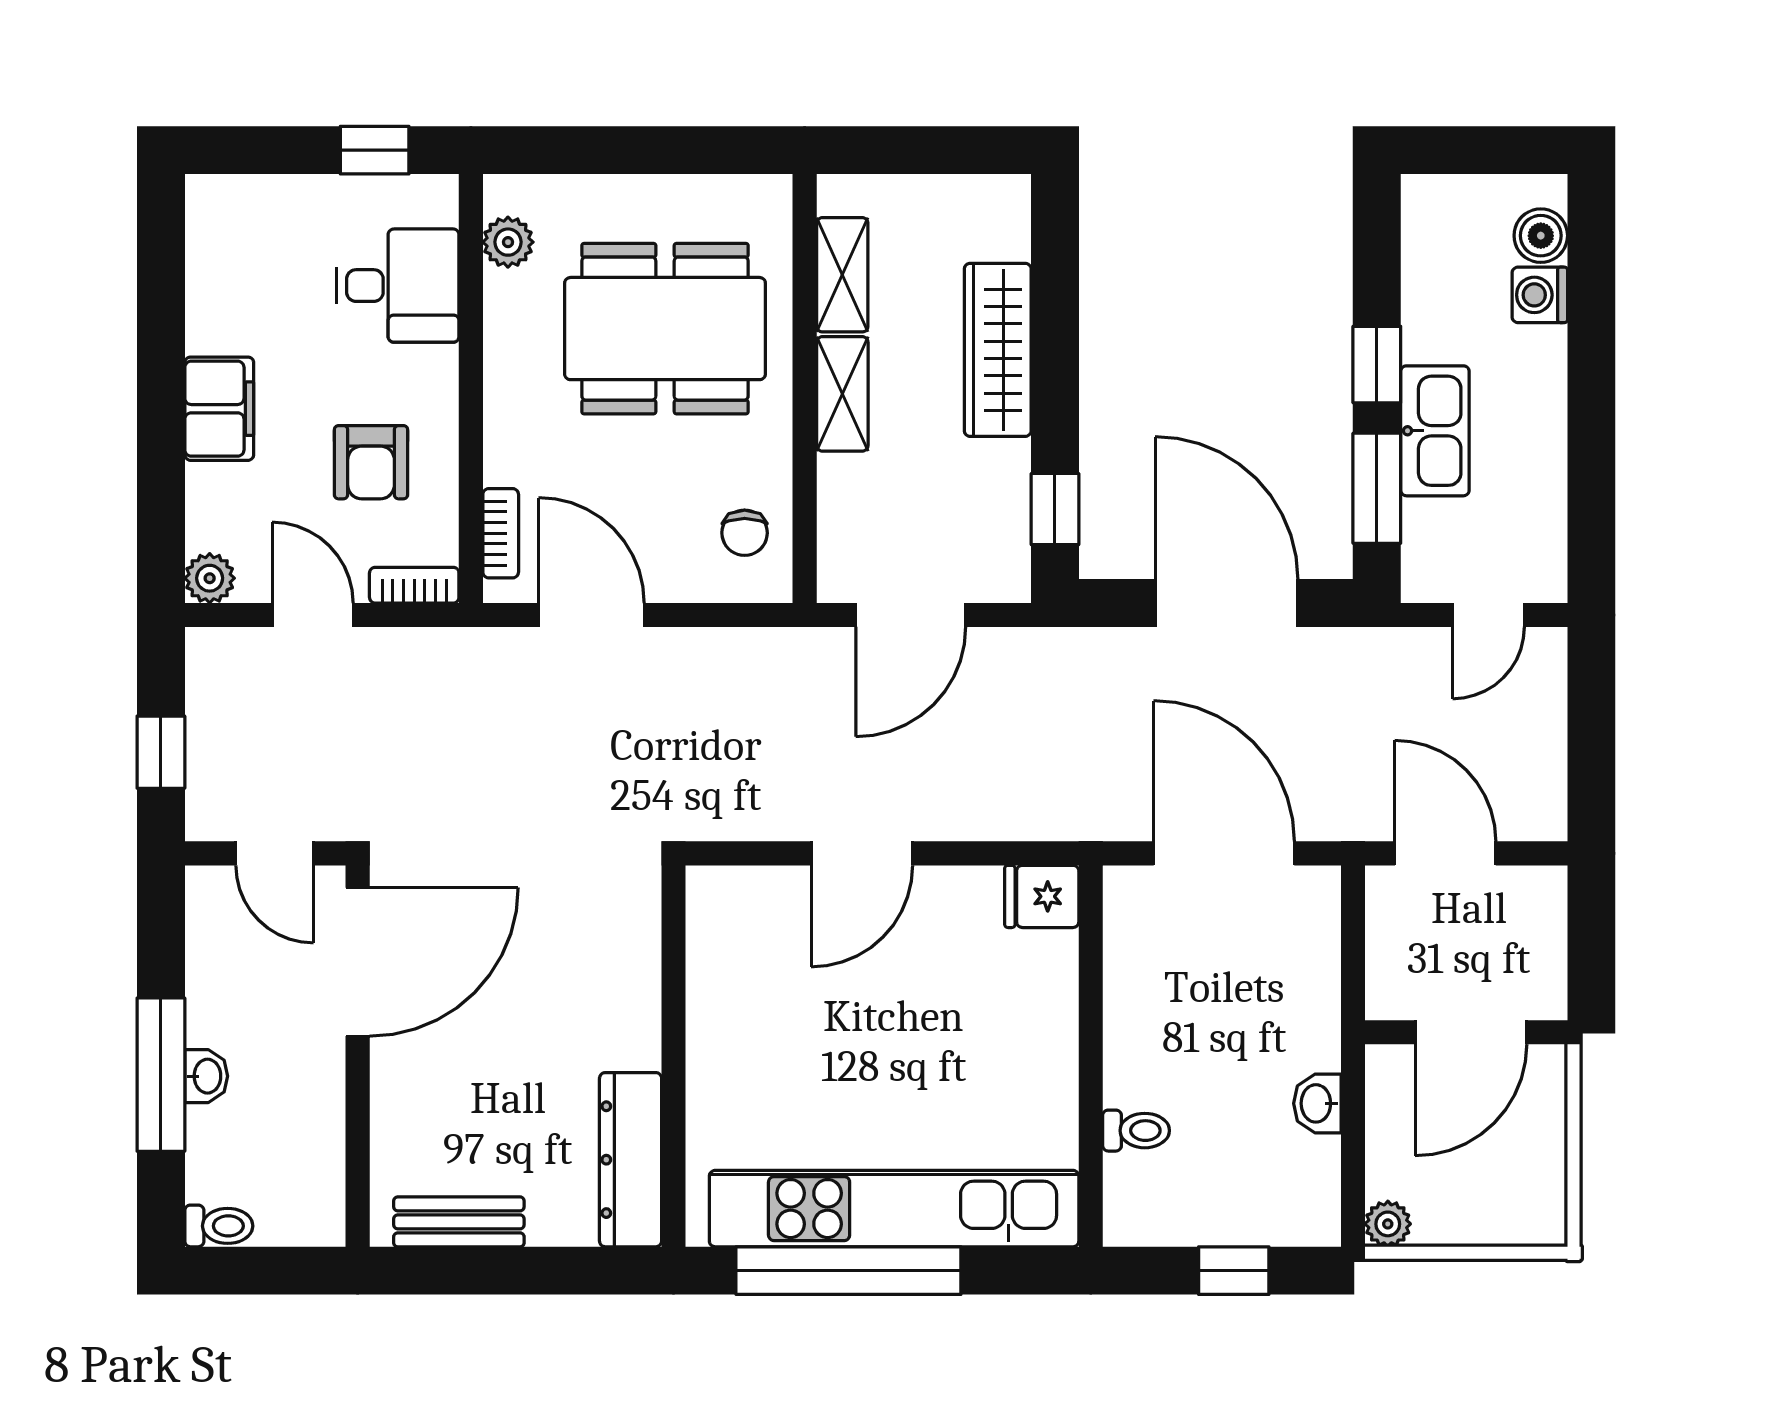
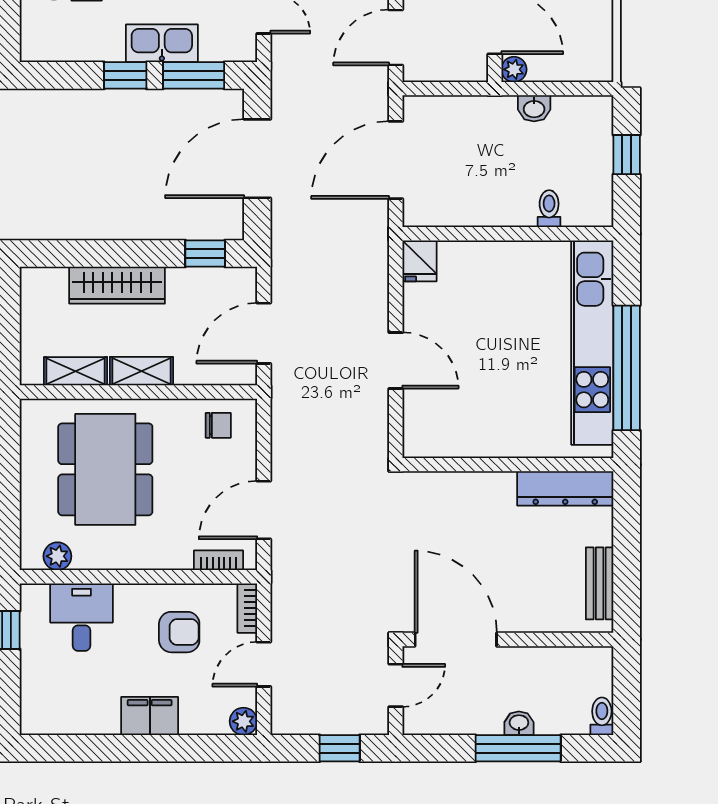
door: (911, 615) -> (264, 333), swing flipped
plant: (1388, 1224) -> (514, 69), moved

